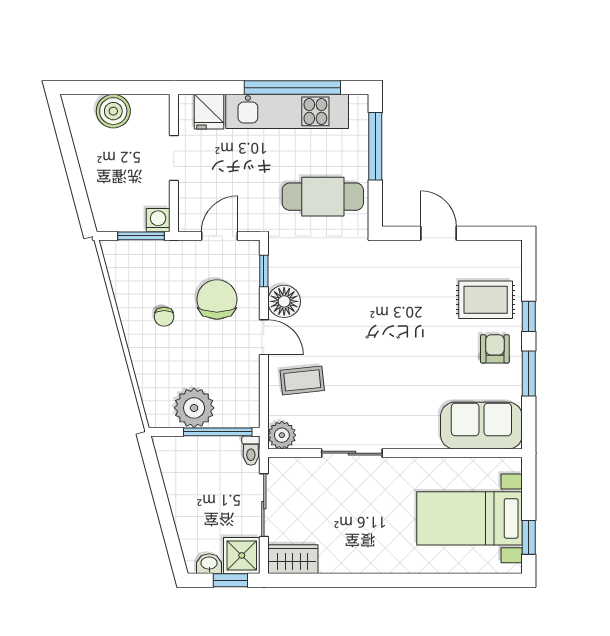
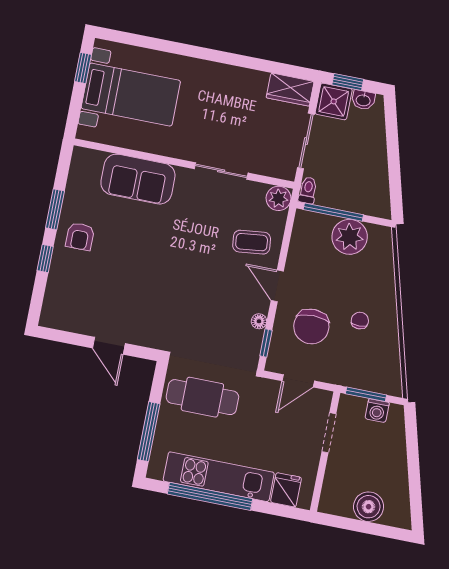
doorway: (174, 158) -> (329, 433), moved
washing machine: (158, 220) -> (377, 411), moved
rug: (486, 300) -> (80, 280), removed
floor lamp: (284, 301) -> (259, 321), width x0.53, depth x0.53
sofa: (481, 426) -> (138, 179), moved

